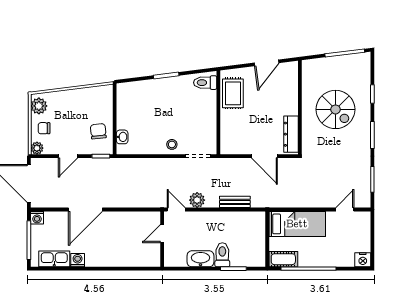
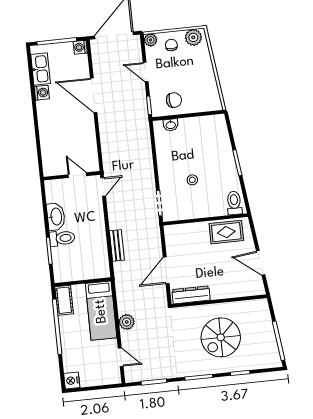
stool: (172, 144) -> (192, 180), moved
plant: (197, 200) -> (127, 322), moved

